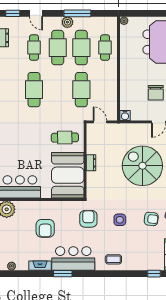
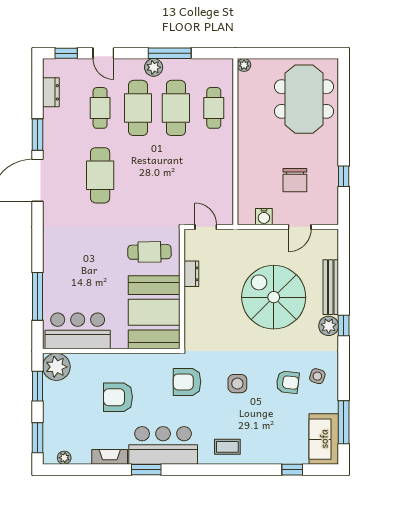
cafe table: (81, 90) -> (176, 175), removed
water cooler: (125, 115) -> (264, 217), moved
dresser: (91, 163) -> (191, 274), moved
armchair: (88, 219) -> (187, 382), turned -90
armchair: (45, 228) -> (118, 397), turned 90

